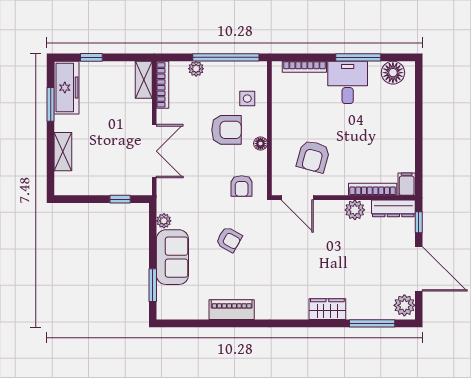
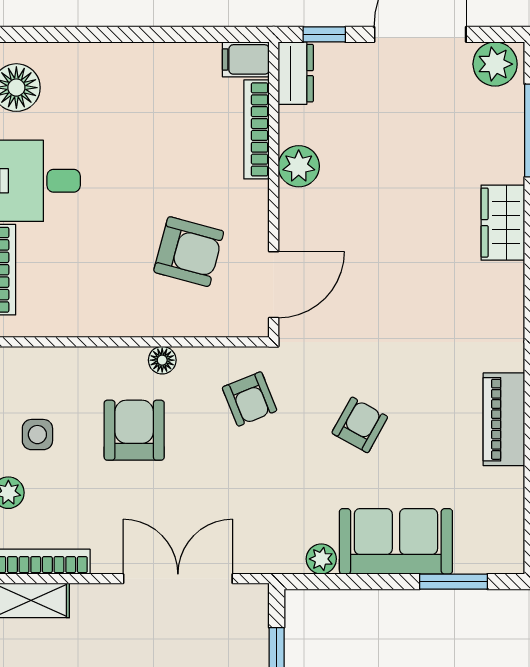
side table: (247, 99) -> (37, 435), moved
armchair: (242, 186) -> (250, 399), turned 68
dresser: (393, 208) -> (296, 73), width x0.70

